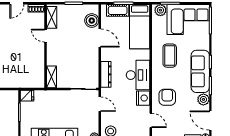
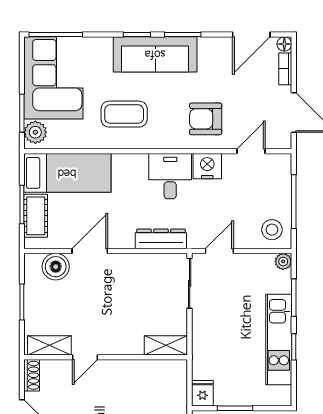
desk: (138, 75) -> (170, 176), width x0.73
plant: (203, 99) -> (210, 48), removed

